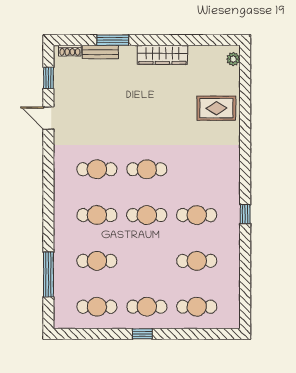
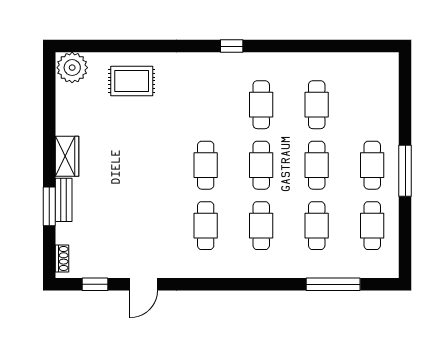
bench: (100, 52) -> (64, 200), moved
wardrobe: (162, 55) -> (67, 156), width x0.67
plant: (233, 59) -> (72, 68), width x1.88, depth x1.88
rug: (216, 108) -> (132, 81), turned 90
window: (245, 214) -> (232, 46), moved
cafe table: (197, 307) -> (317, 165), moved
window: (142, 334) -> (405, 171), width x2.17

